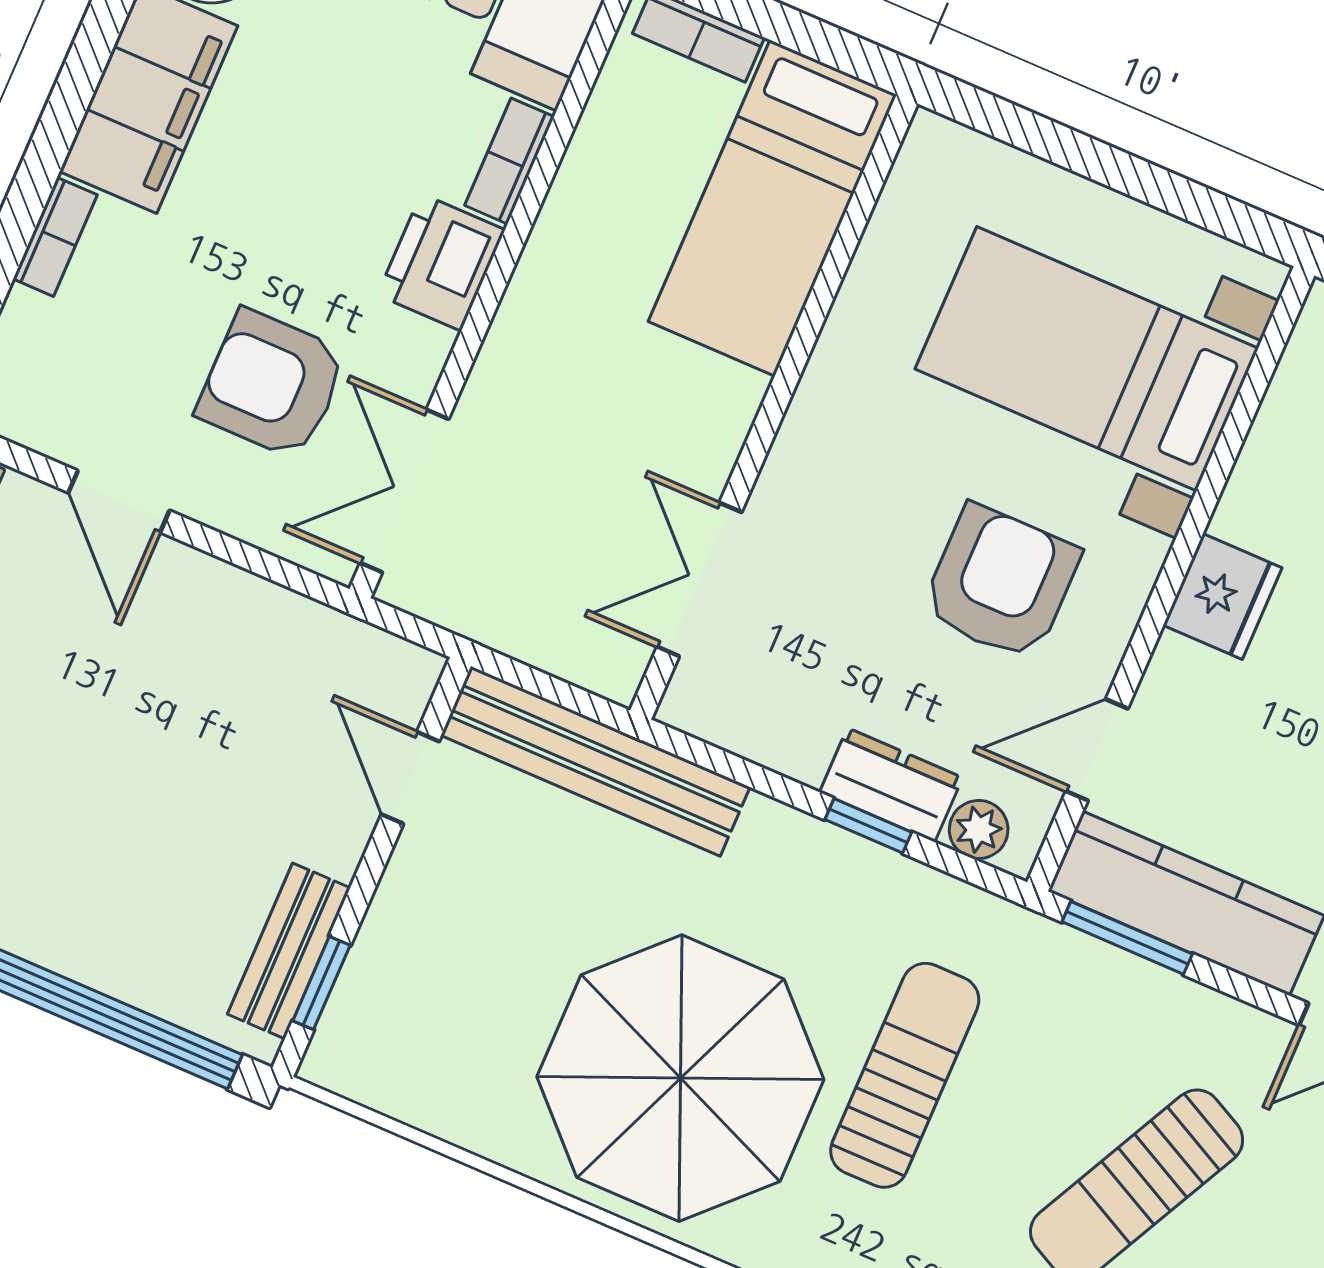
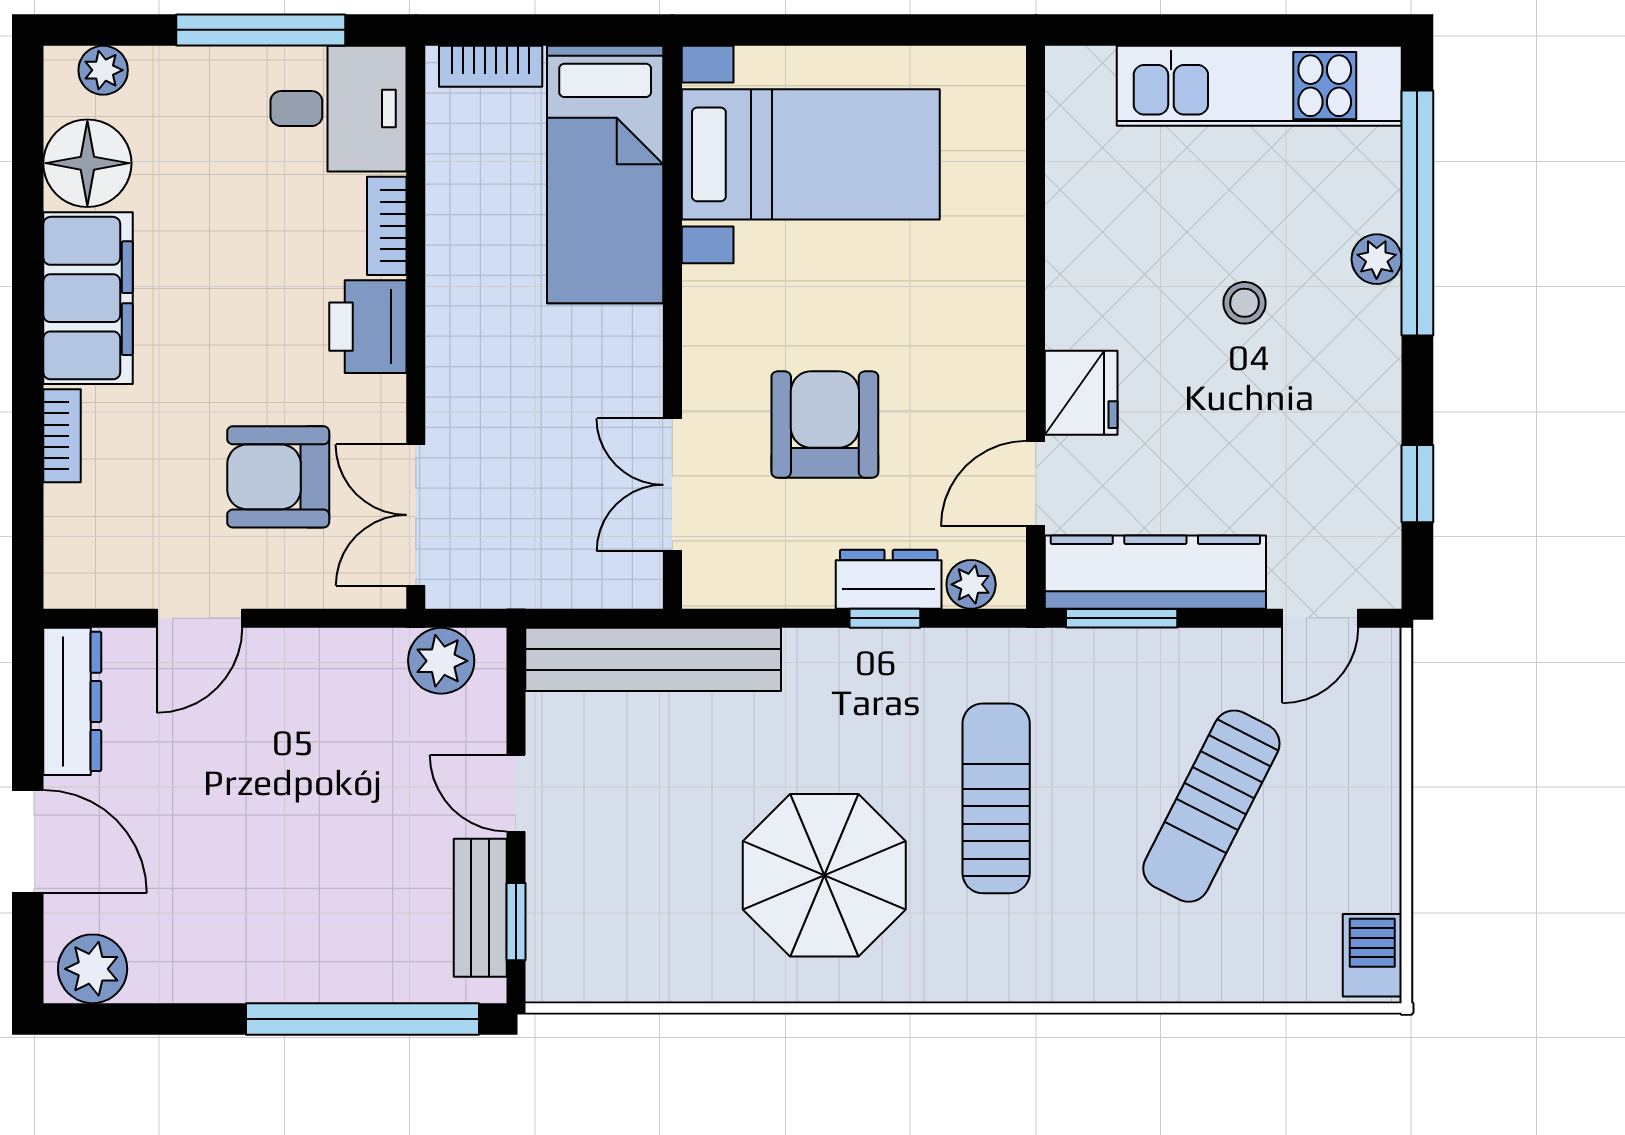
bed with nightstands: (1087, 359) -> (811, 154), moved, turned 180
door: (119, 502) -> (200, 618), hinge flipped
armchair: (1001, 583) -> (825, 425), moved
fridge: (1222, 596) -> (1081, 393), moved
plant: (363, 662) -> (441, 661), added
door: (410, 778) -> (516, 793), moved
parasol: (680, 1078) -> (824, 875), width x0.73, depth x0.73

